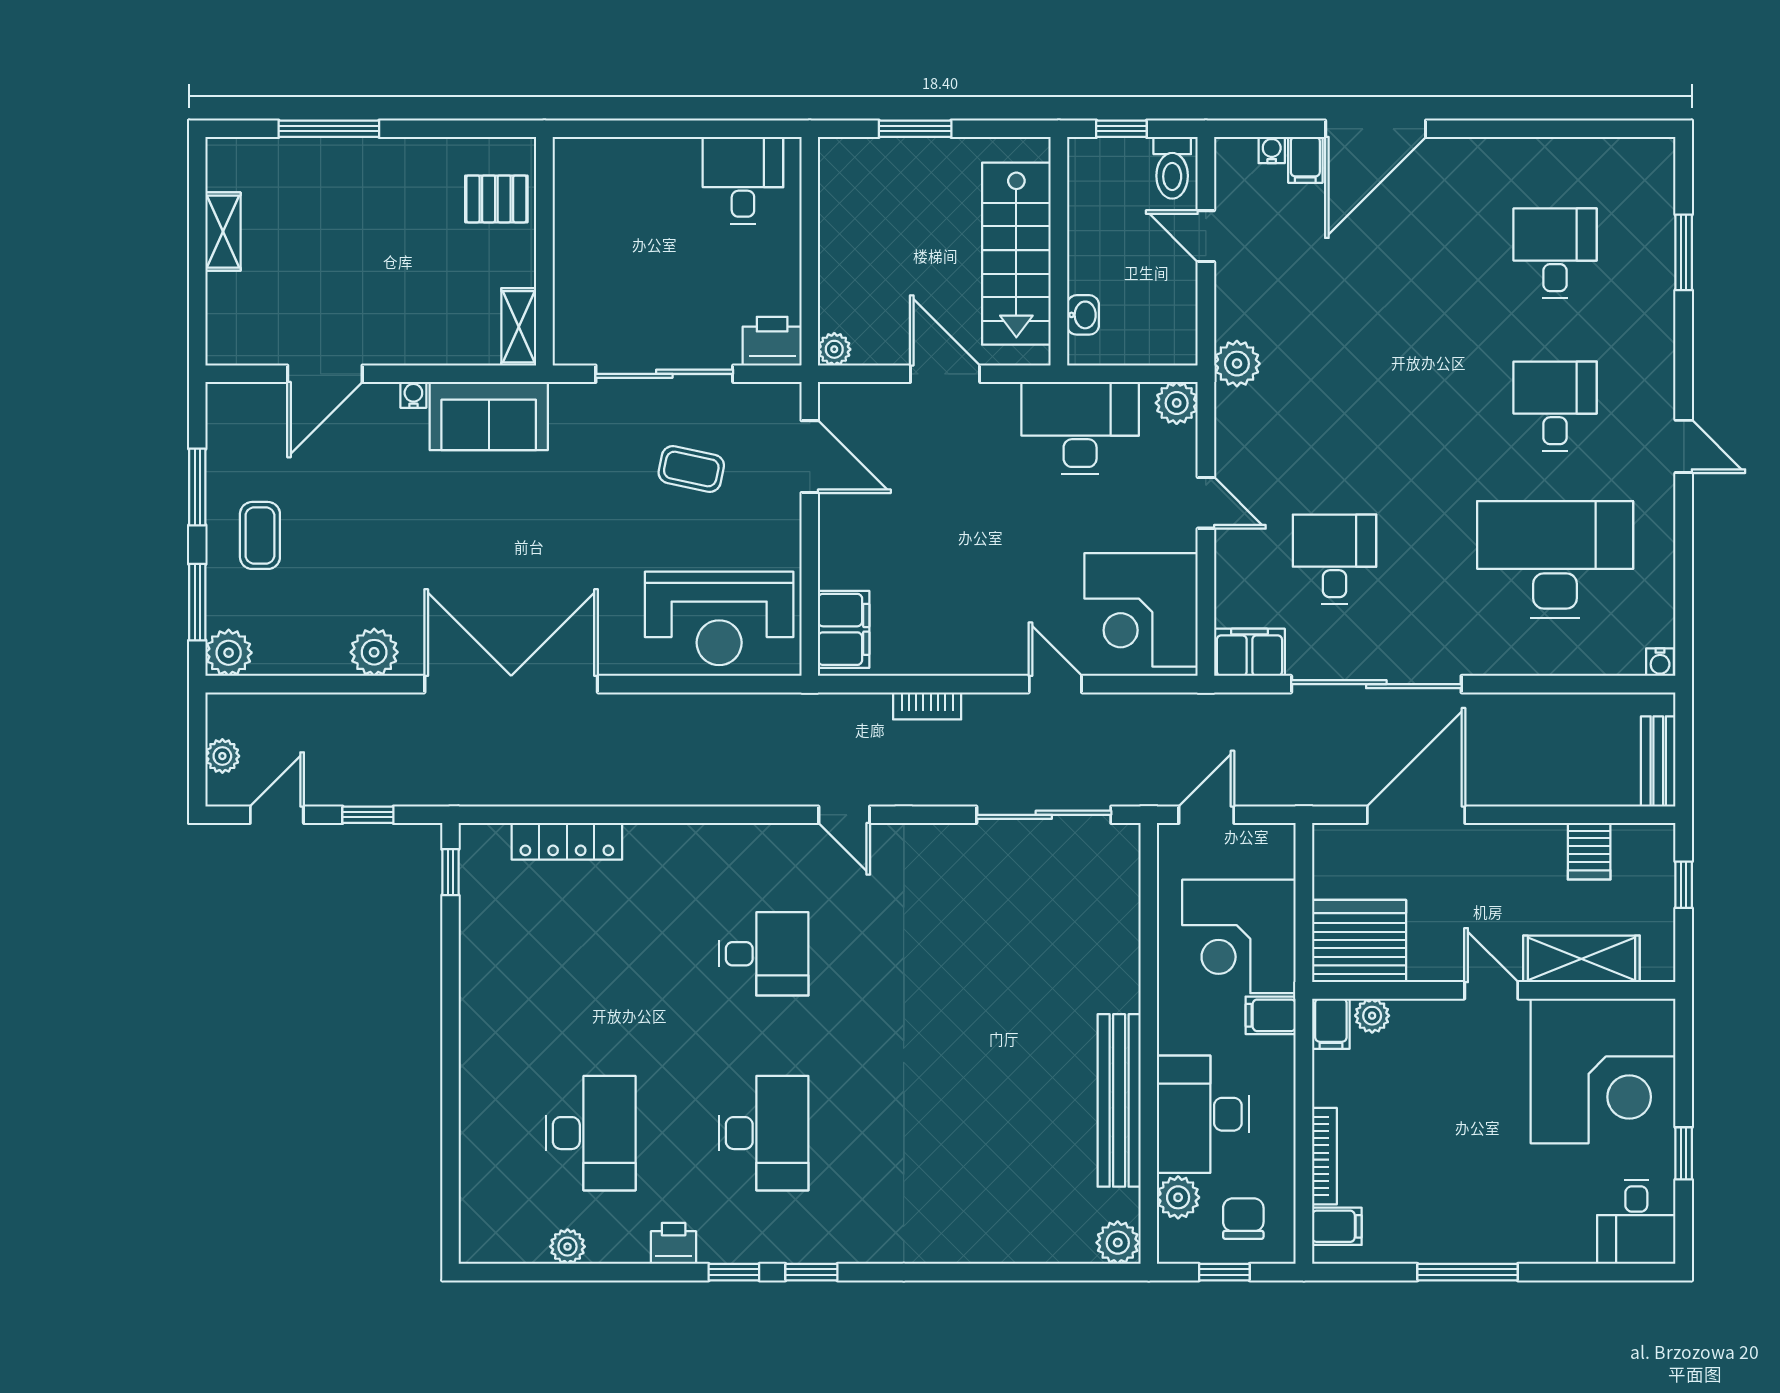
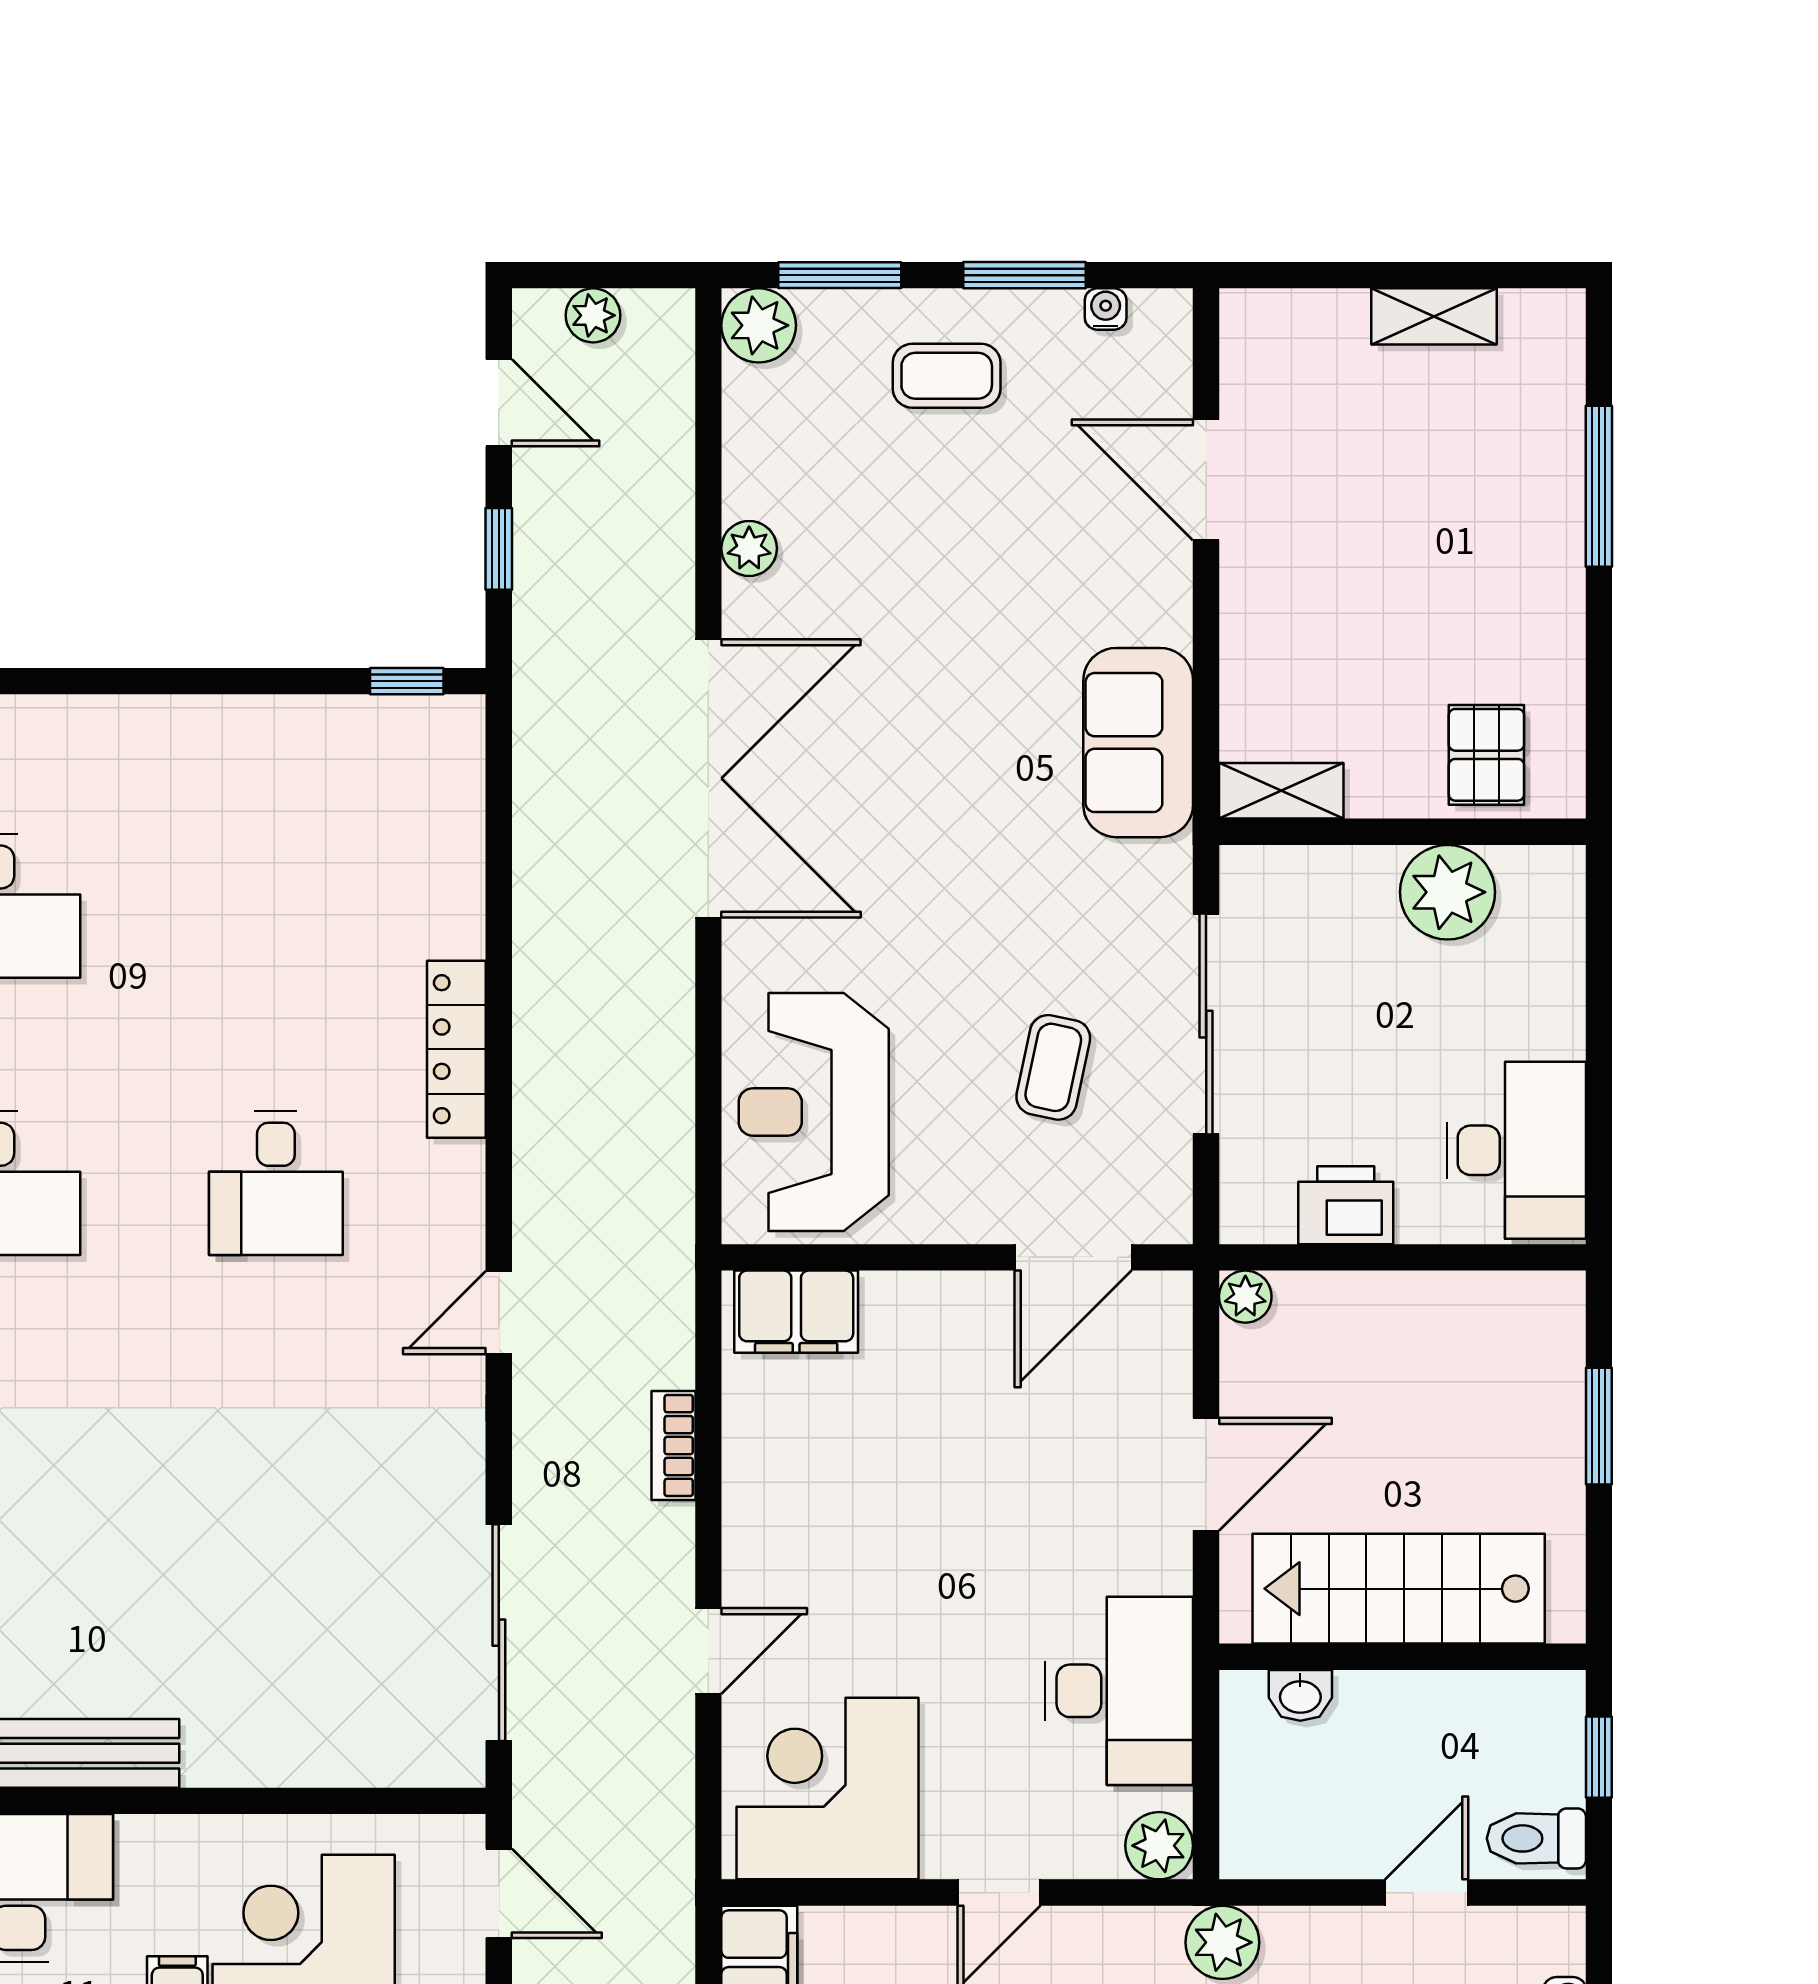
desk: (743, 180) -> (1516, 1150), width x1.37
plant: (582, 223) -> (1447, 892), added
printer: (772, 341) -> (1346, 1205), moved, turned -90
water cooler: (413, 395) -> (1106, 309), moved, turned -90
plant: (374, 652) -> (749, 548), width x0.73, depth x0.73
locker: (567, 841) -> (456, 1049), moved

